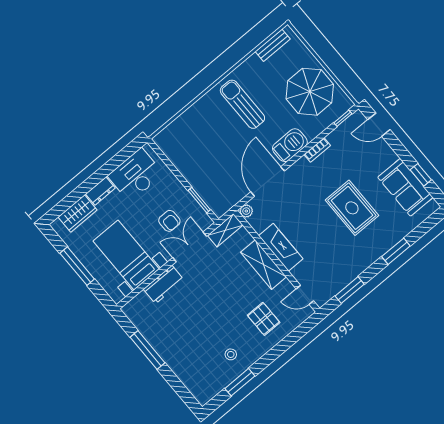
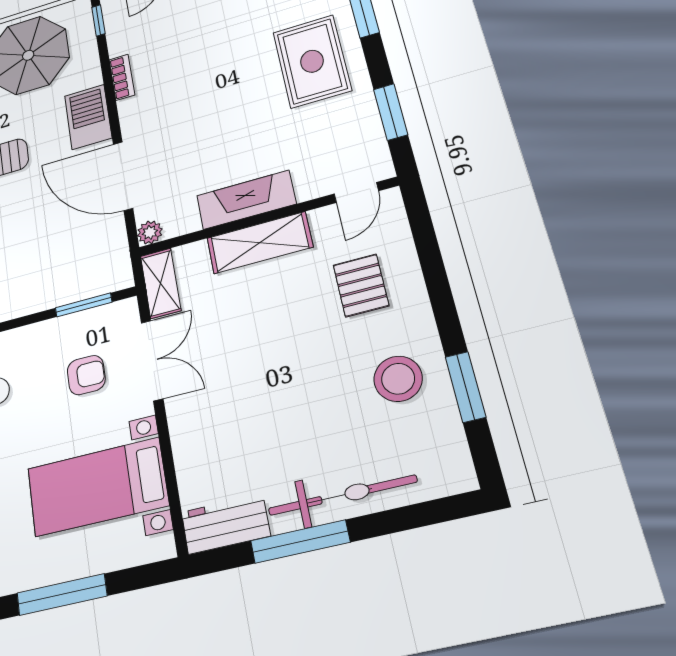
rug: (352, 208) -> (312, 61), moved, turned 90
double door: (190, 247) -> (152, 360), swing flipped
workbench: (164, 285) -> (226, 524), moved, turned -90
pallet: (264, 319) -> (361, 285), turned 90
stool: (231, 354) -> (398, 379), width x1.89, depth x1.89
bicycle: (174, 357) -> (342, 495), added

